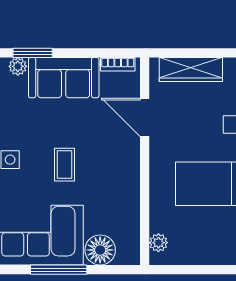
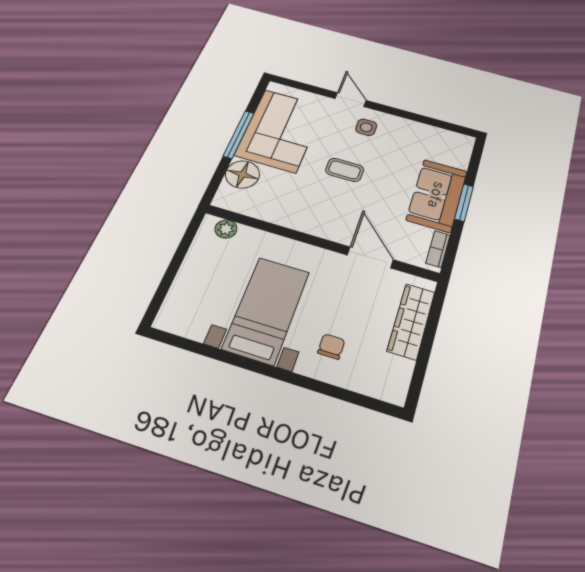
window: (33, 53) -> (464, 203), moved
plant: (18, 66) -> (460, 160), removed
door: (145, 117) -> (370, 257), hinge flipped

